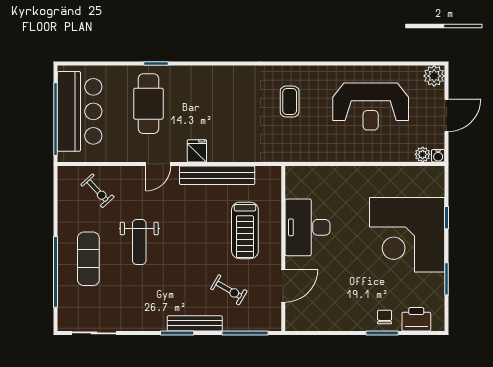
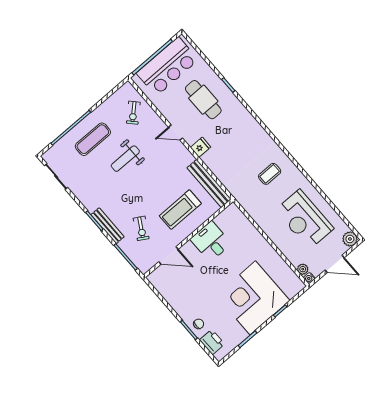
cafe table: (148, 104) -> (203, 100), turned 90
bench: (217, 175) -> (209, 183), moved
desk: (307, 227) -> (211, 241), width x0.73

